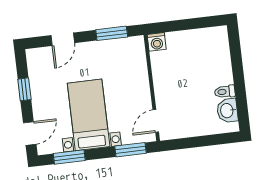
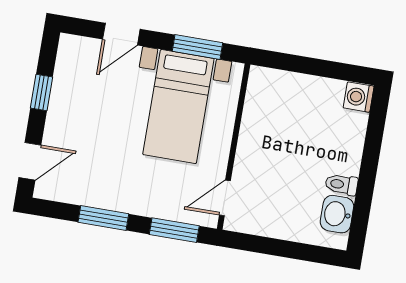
washing machine: (157, 42) -> (359, 97), moved, turned 90
bed with nightstands: (89, 115) -> (178, 107), moved, turned 180
window: (69, 157) -> (103, 218), moved

